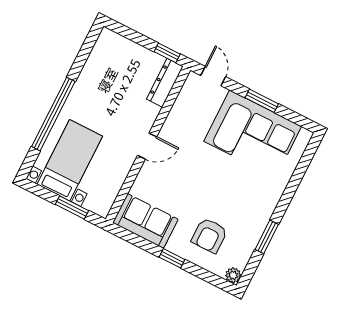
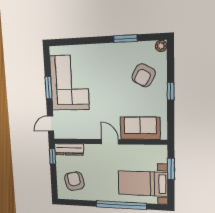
armchair: (117, 65) -> (74, 181), added
sofa: (145, 221) -> (140, 128), moved, turned 90
armchair: (209, 235) -> (144, 75), turned 118

